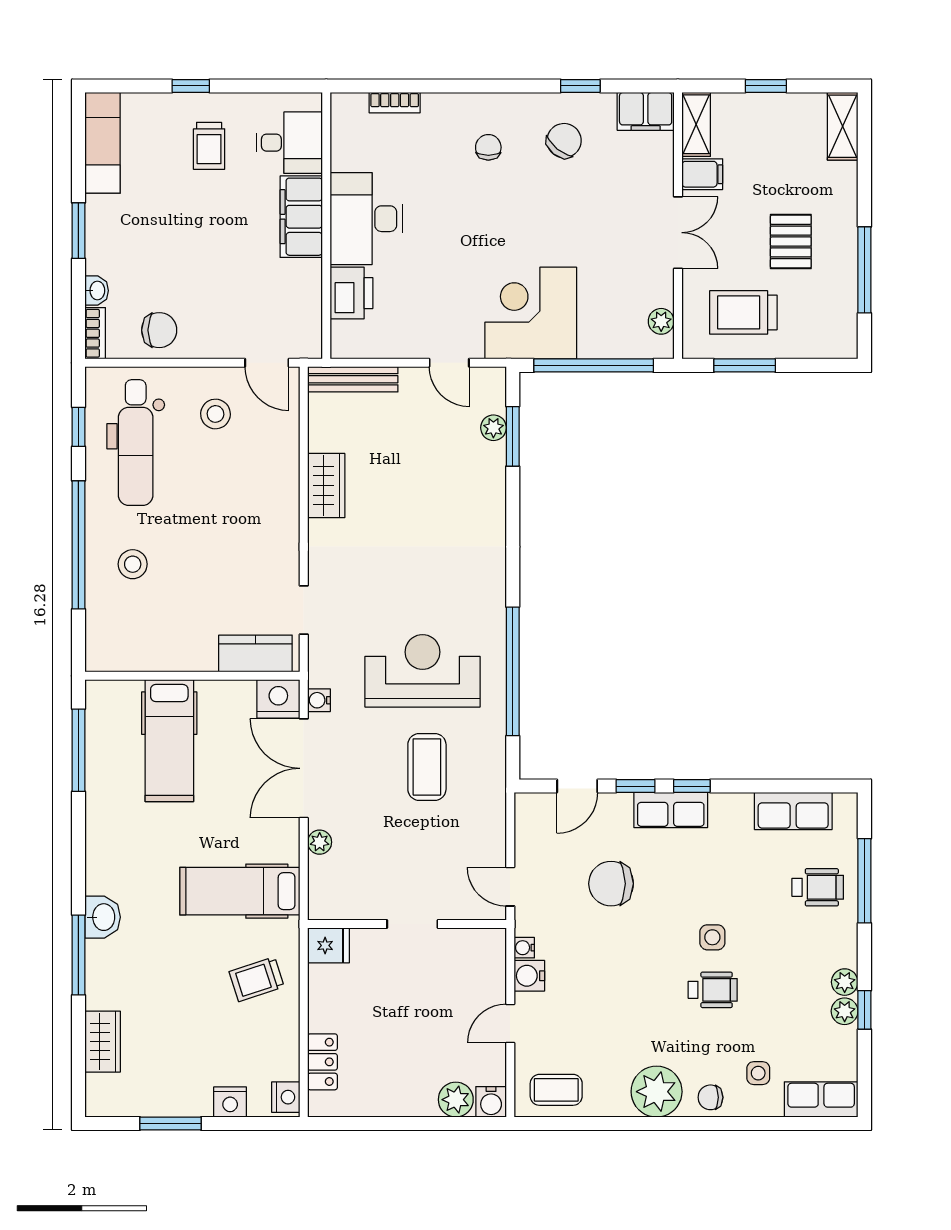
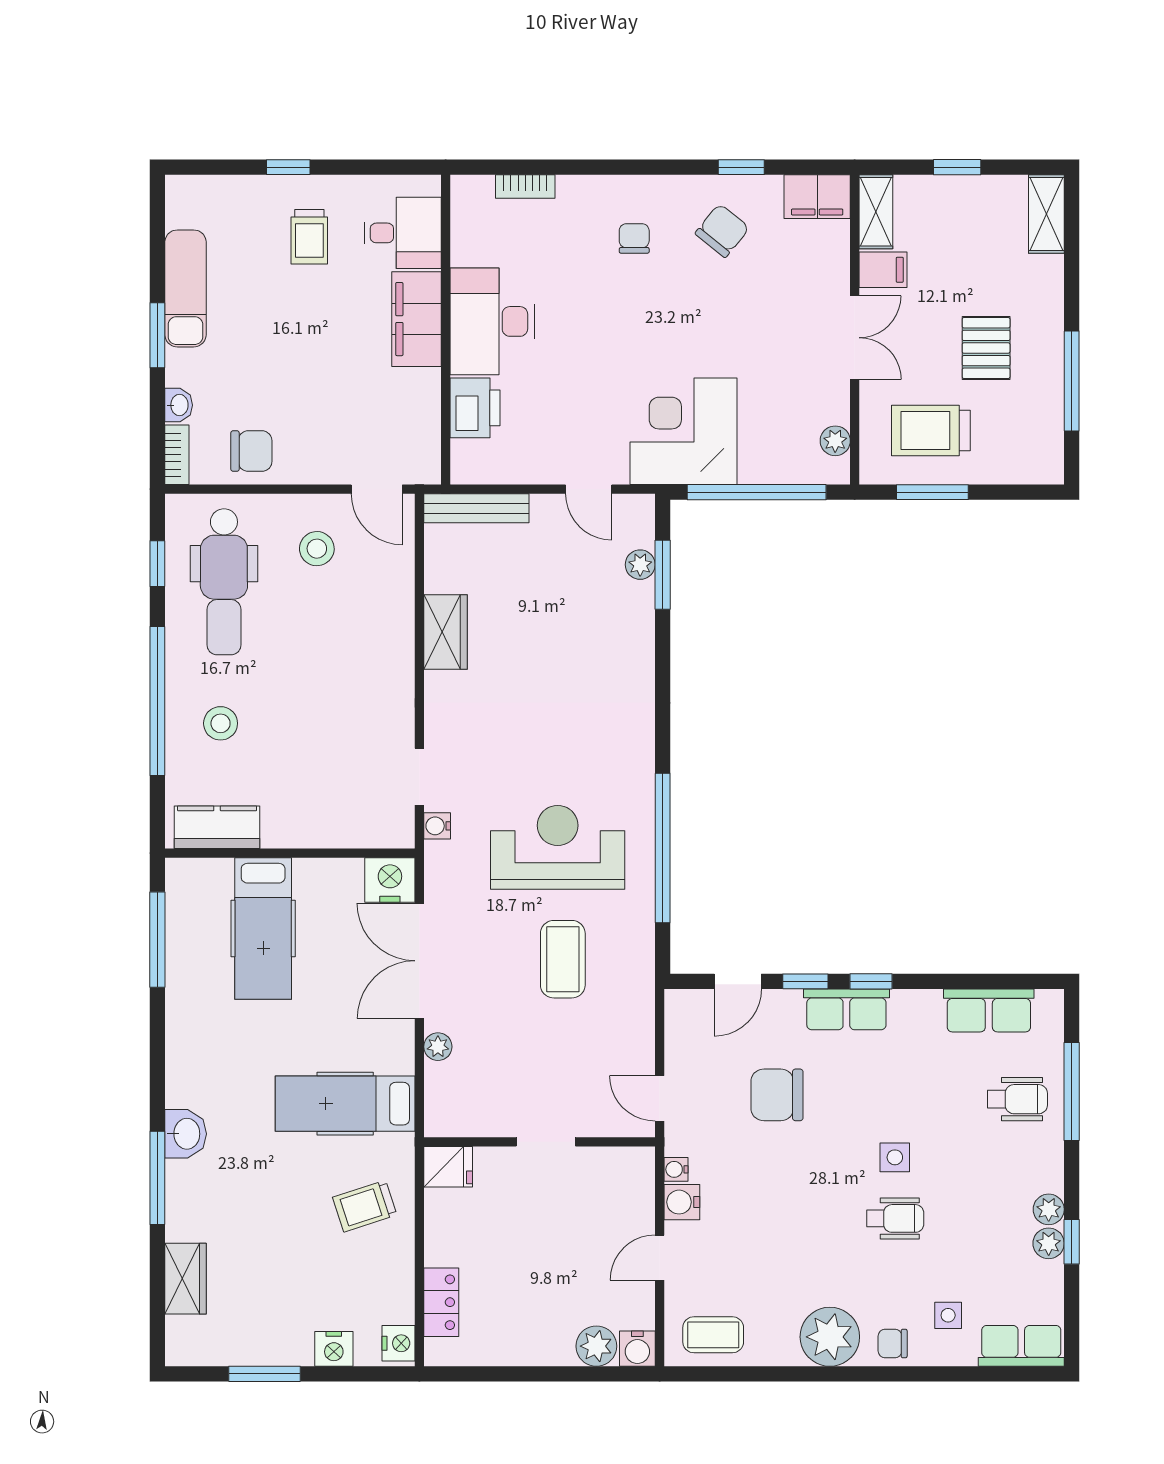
exam couch: (103, 143) -> (185, 288), moved
kitchen counter: (255, 653) -> (217, 827), moved
water cooler: (319, 700) -> (437, 826), moved

